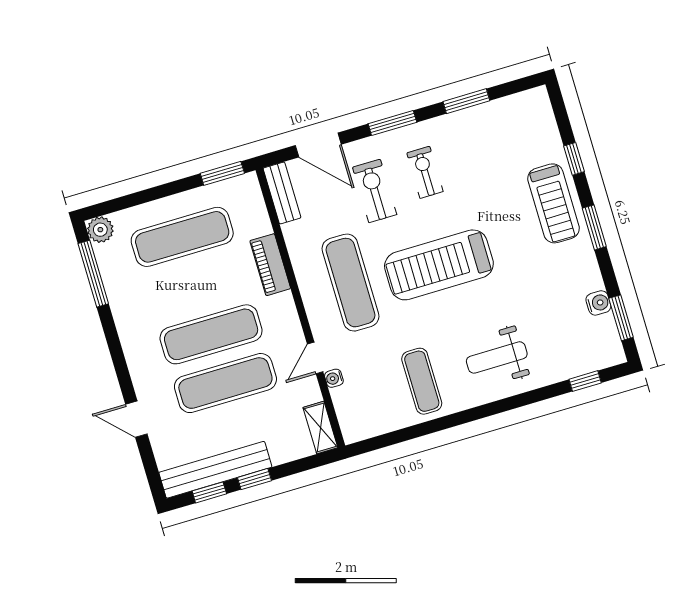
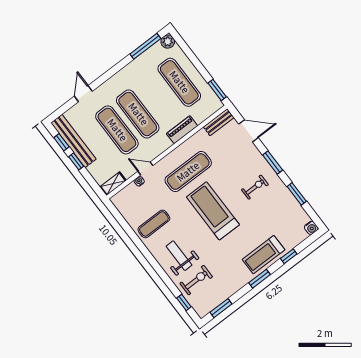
door: (318, 145) -> (248, 131), swing flipped
exercise bike: (375, 191) -> (196, 280), moved
water cooler: (598, 303) -> (311, 228), moved

